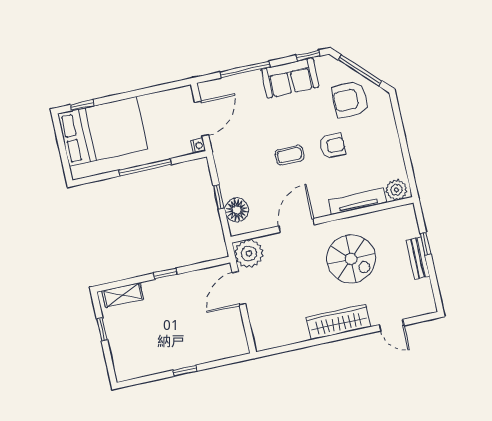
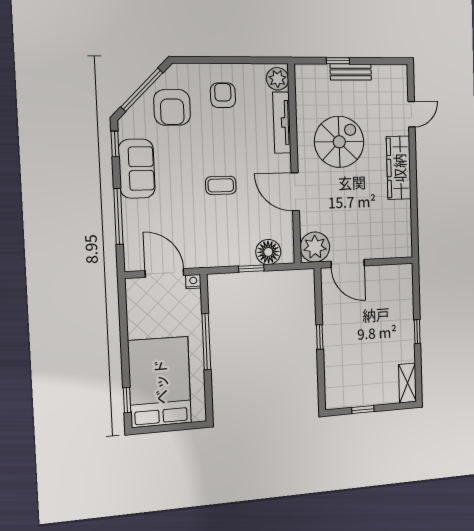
armchair: (332, 146) -> (223, 95), moved
coffee table: (290, 155) -> (221, 185), turned 90
shelving: (123, 295) -> (407, 383), moved

